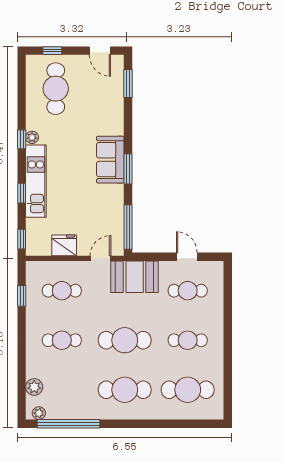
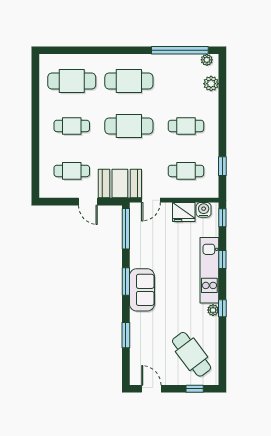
window: (128, 83) -> (126, 335), moved
cafe table: (56, 89) -> (192, 354), turned -37
water cooler: (42, 248) -> (204, 210), added
door: (187, 257) -> (88, 202), moved

